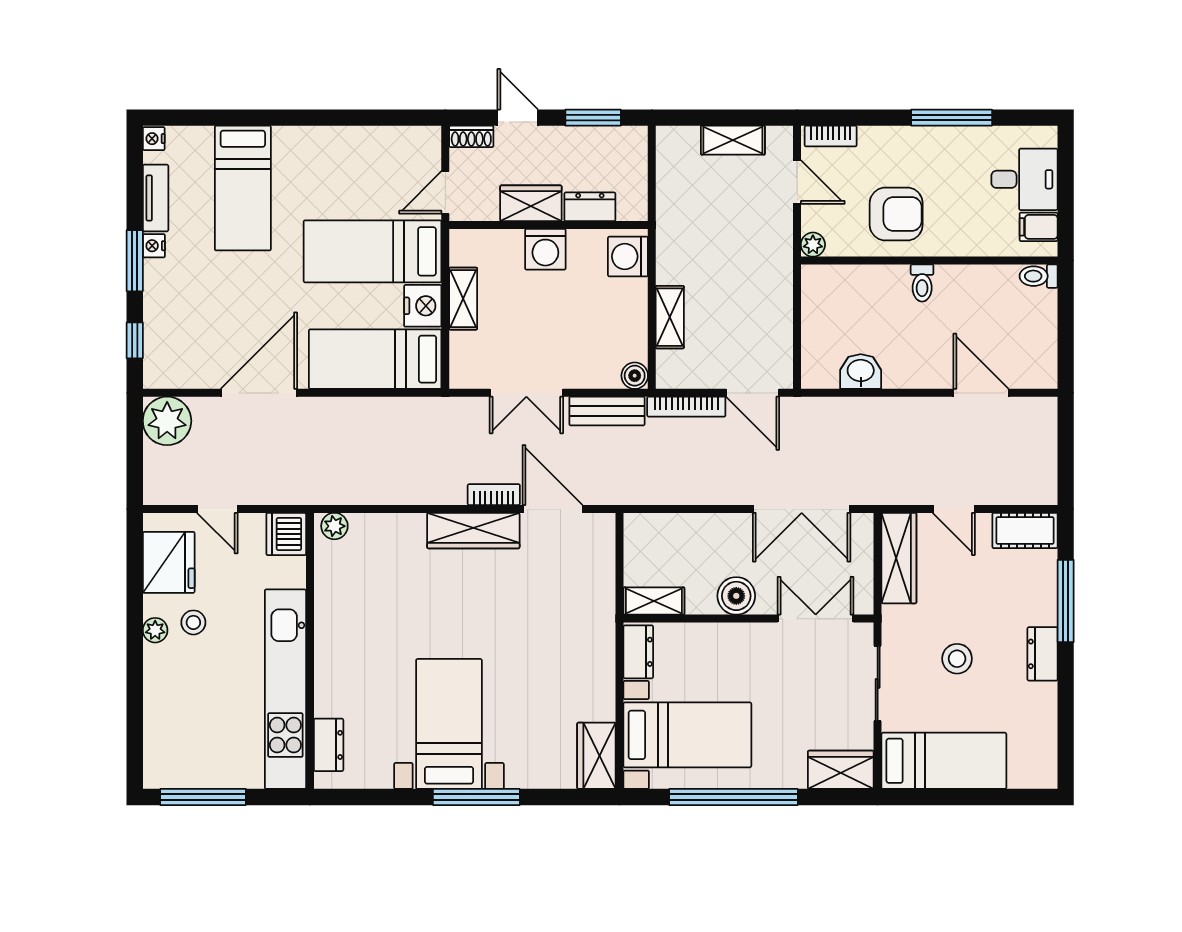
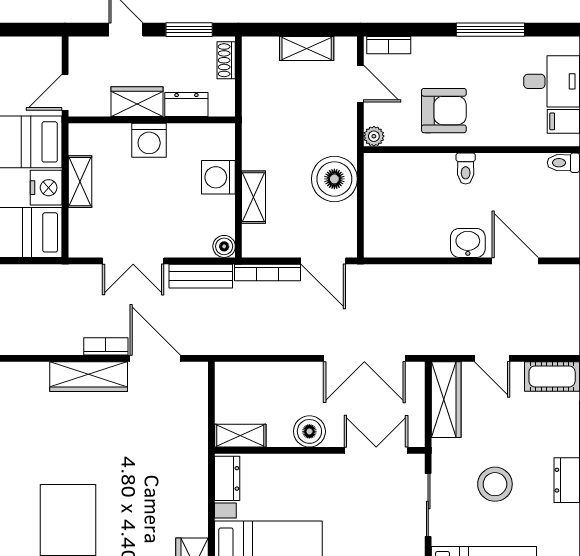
shoe rack: (471, 136) -> (226, 60), moved, turned 90
washing machine: (628, 256) -> (218, 177), moved
boiler: (766, 295) -> (334, 179), added
washbasin: (861, 372) -> (468, 243), moved
stool: (957, 659) -> (495, 484), width x1.38, depth x1.38

